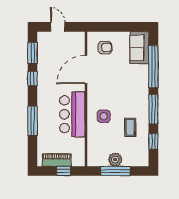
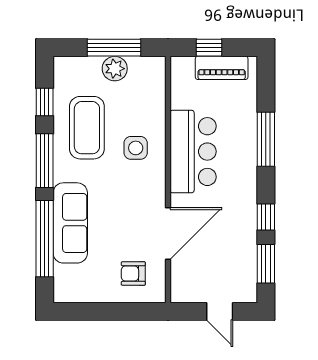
sofa: (139, 48) -> (70, 223), moved, width x1.36
coffee table: (130, 127) -> (87, 128), width x1.86, depth x1.72

